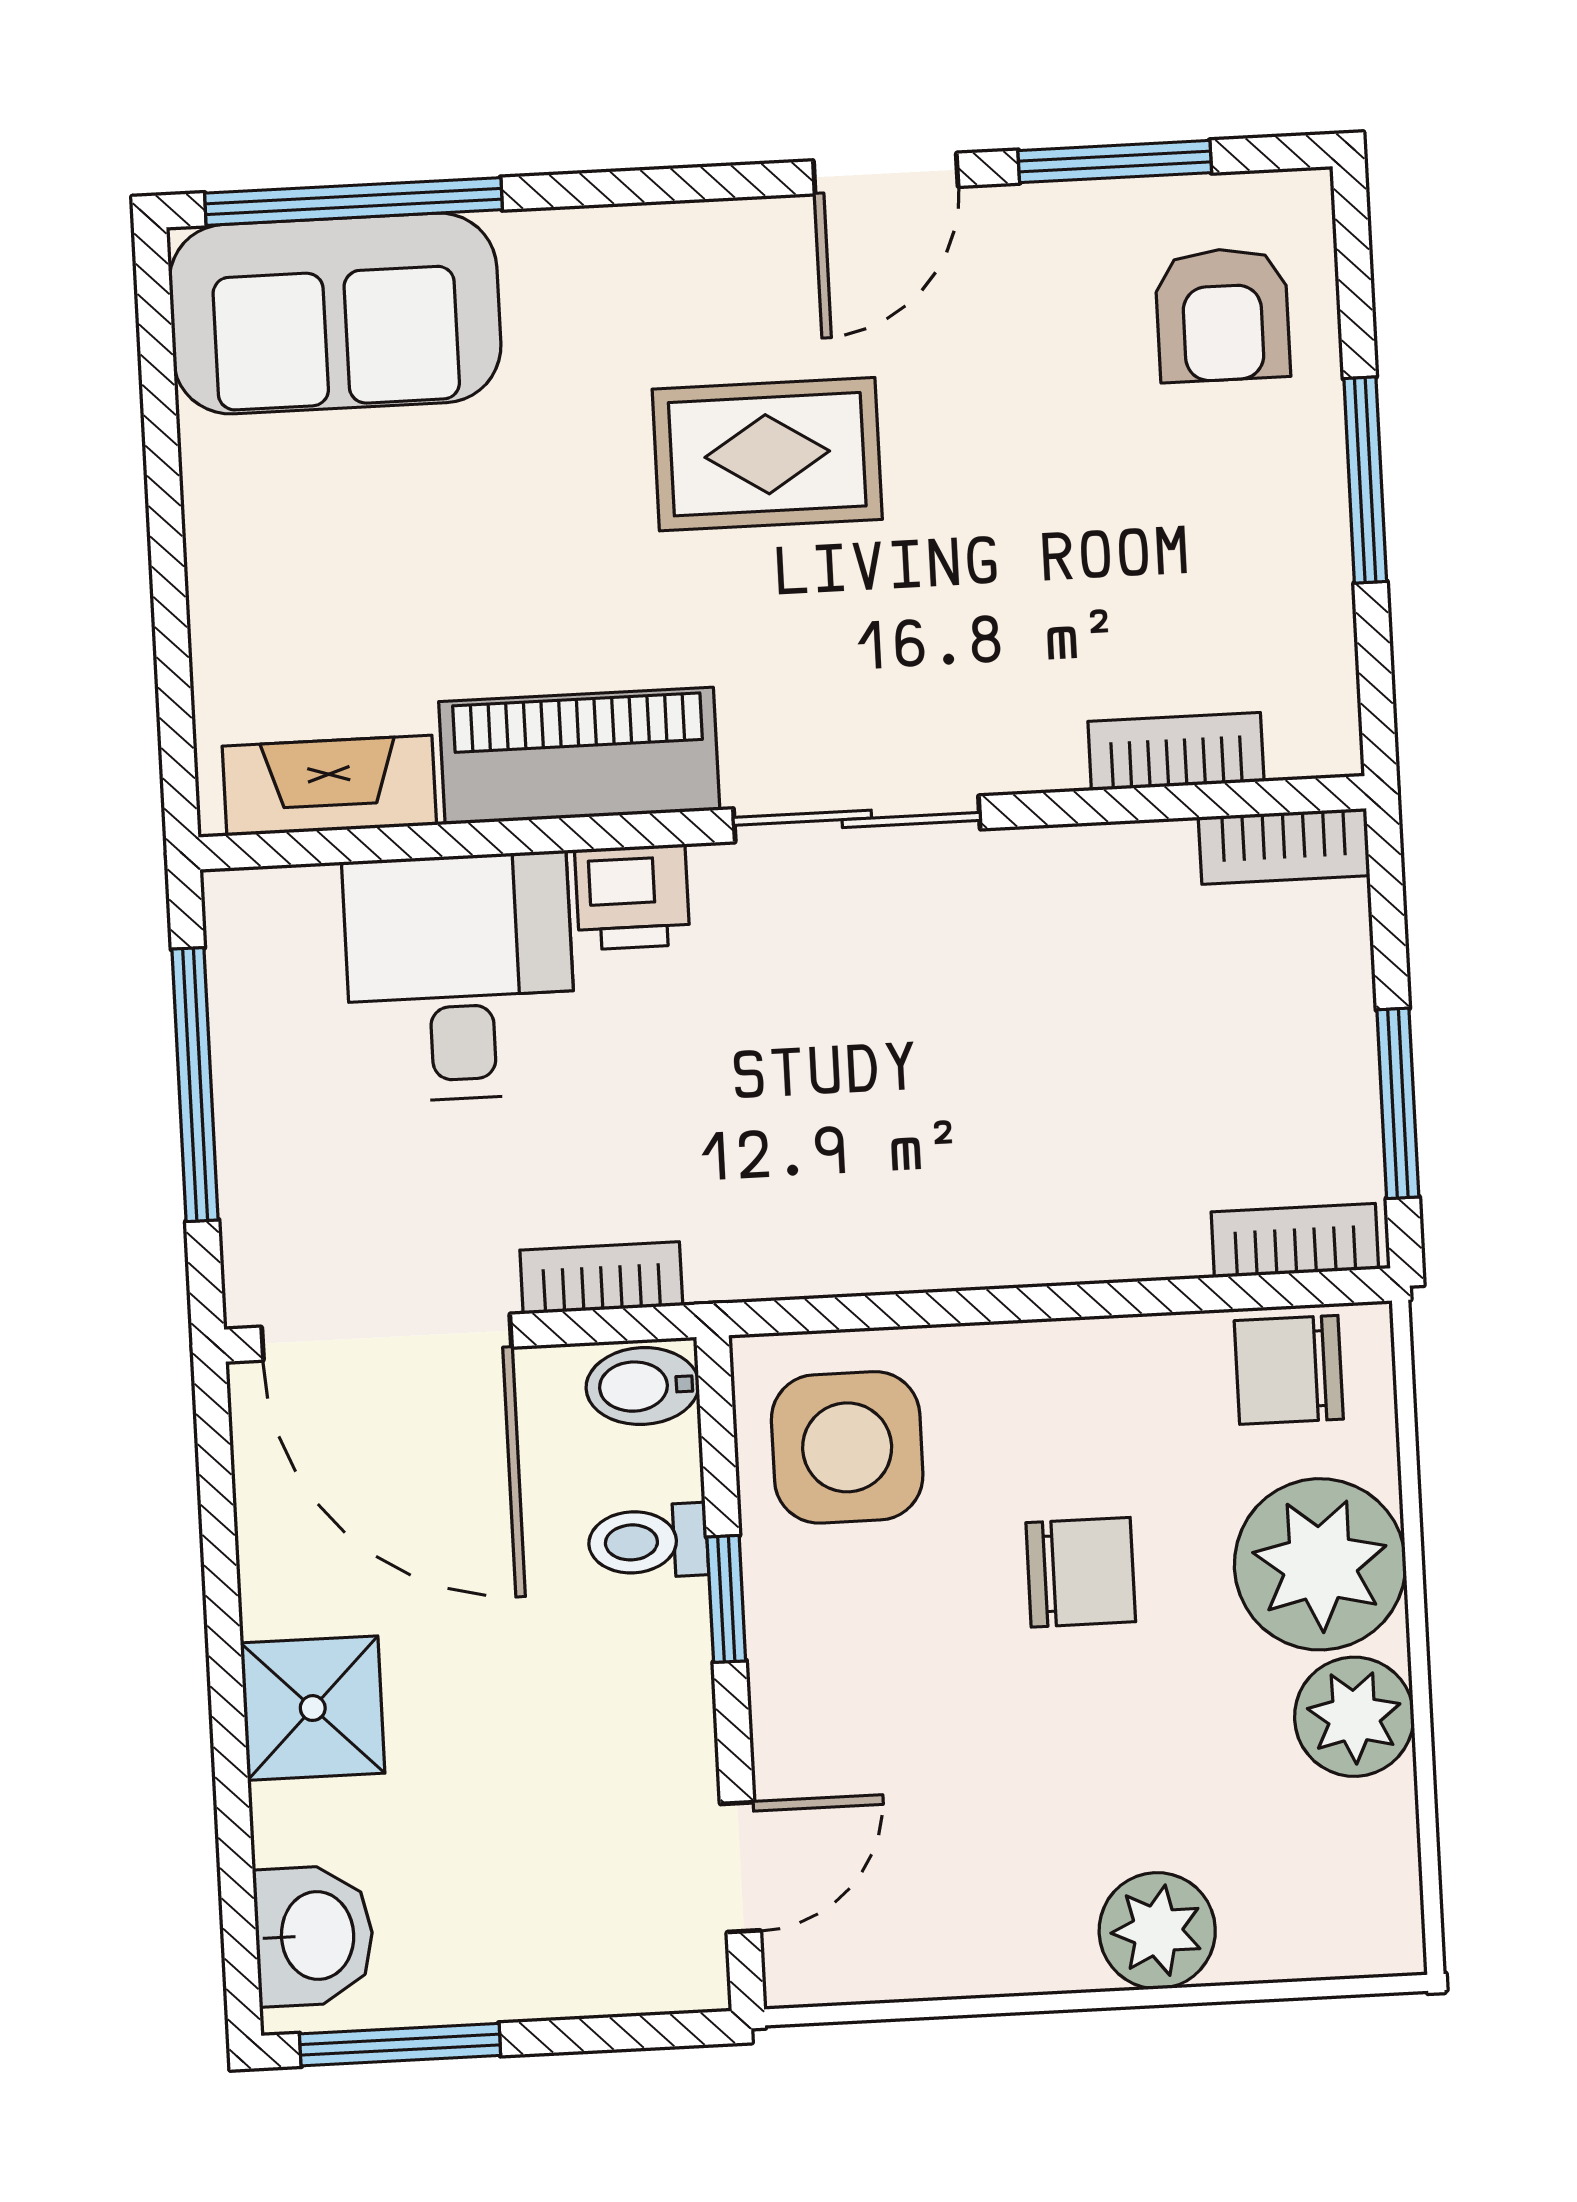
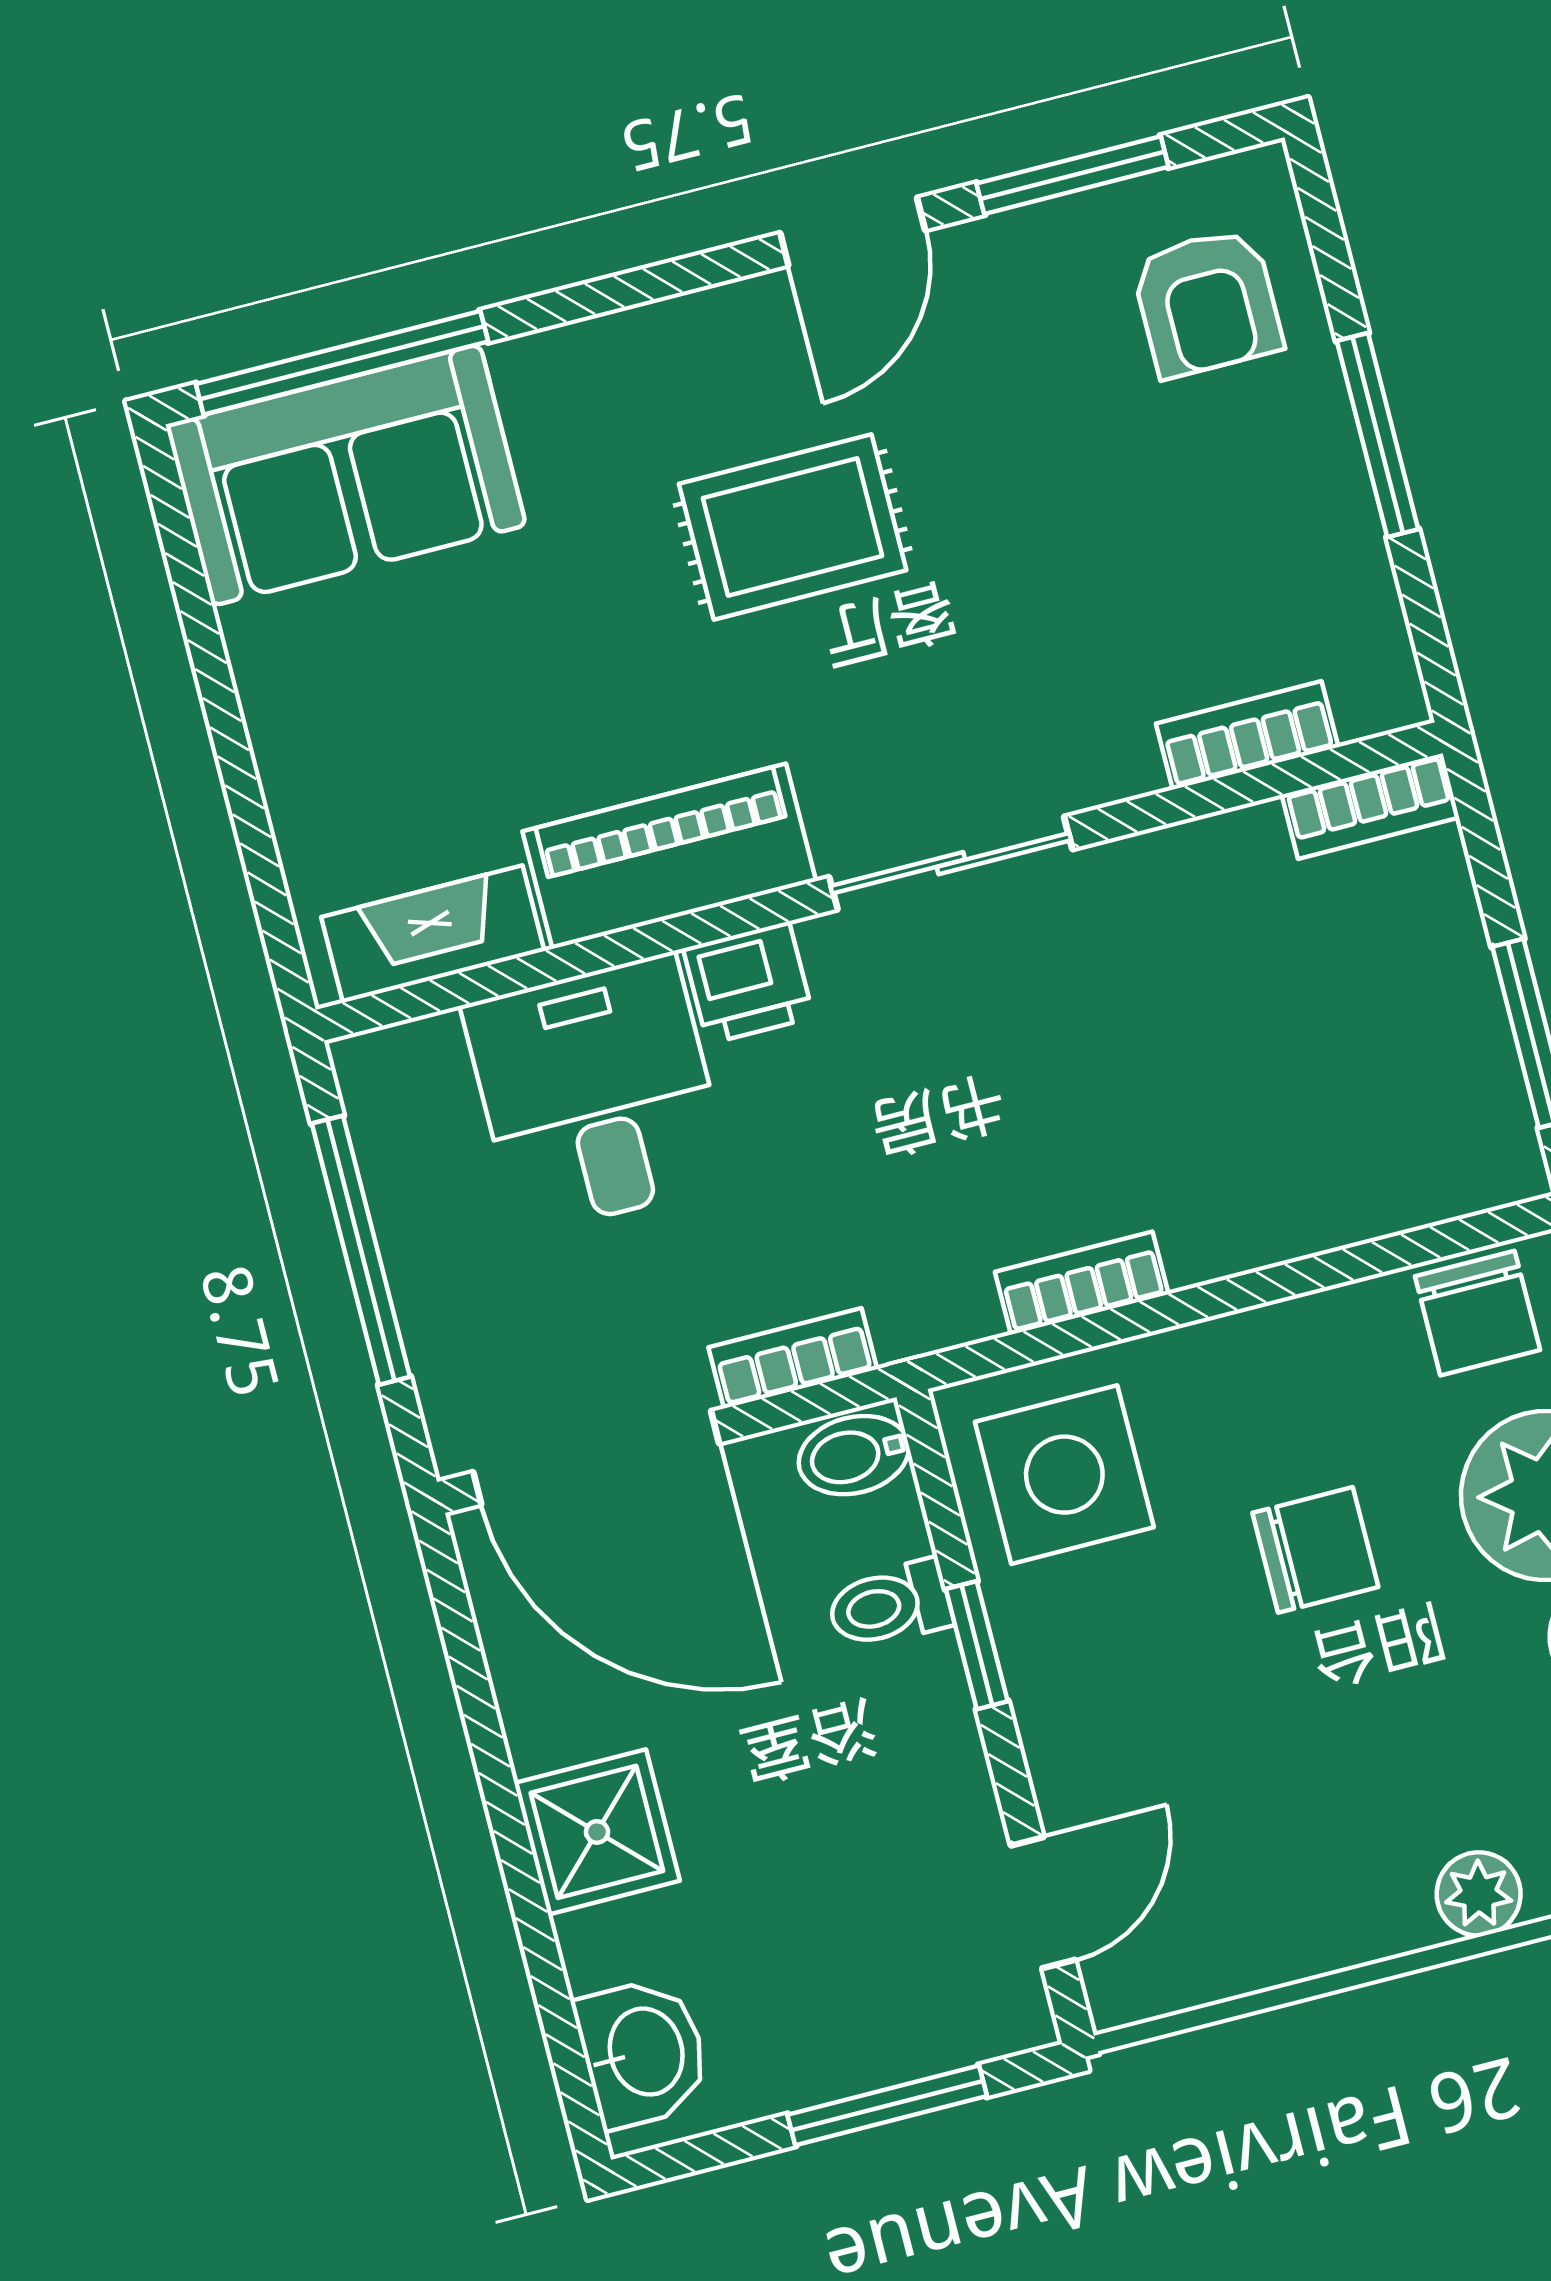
bookcase: (1295, 1241) -> (1082, 1283), moved
chair: (1289, 1370) -> (1477, 1313), turned -90
plant: (1157, 1931) -> (1479, 1894), width x0.73, depth x0.73
window: (400, 2045) -> (887, 2105), moved

